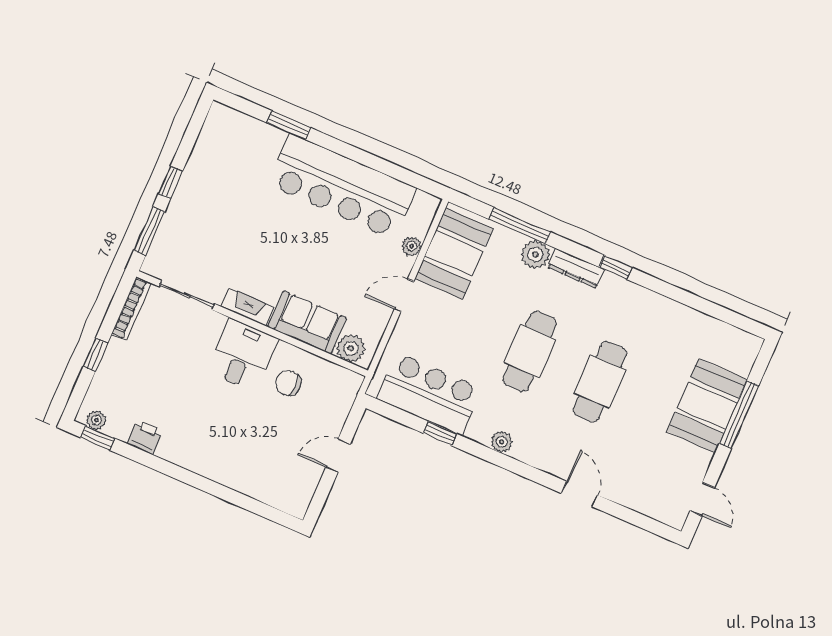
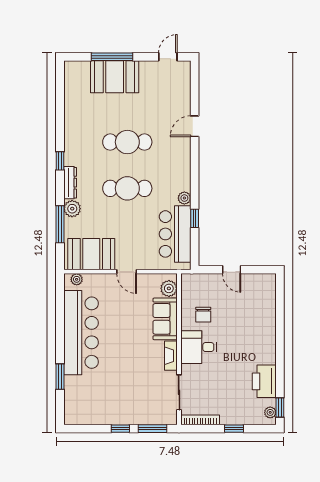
plant: (412, 246) -> (77, 279), moved
printer: (145, 437) -> (264, 381), width x1.87, depth x1.48
plant: (502, 442) -> (184, 198), moved

